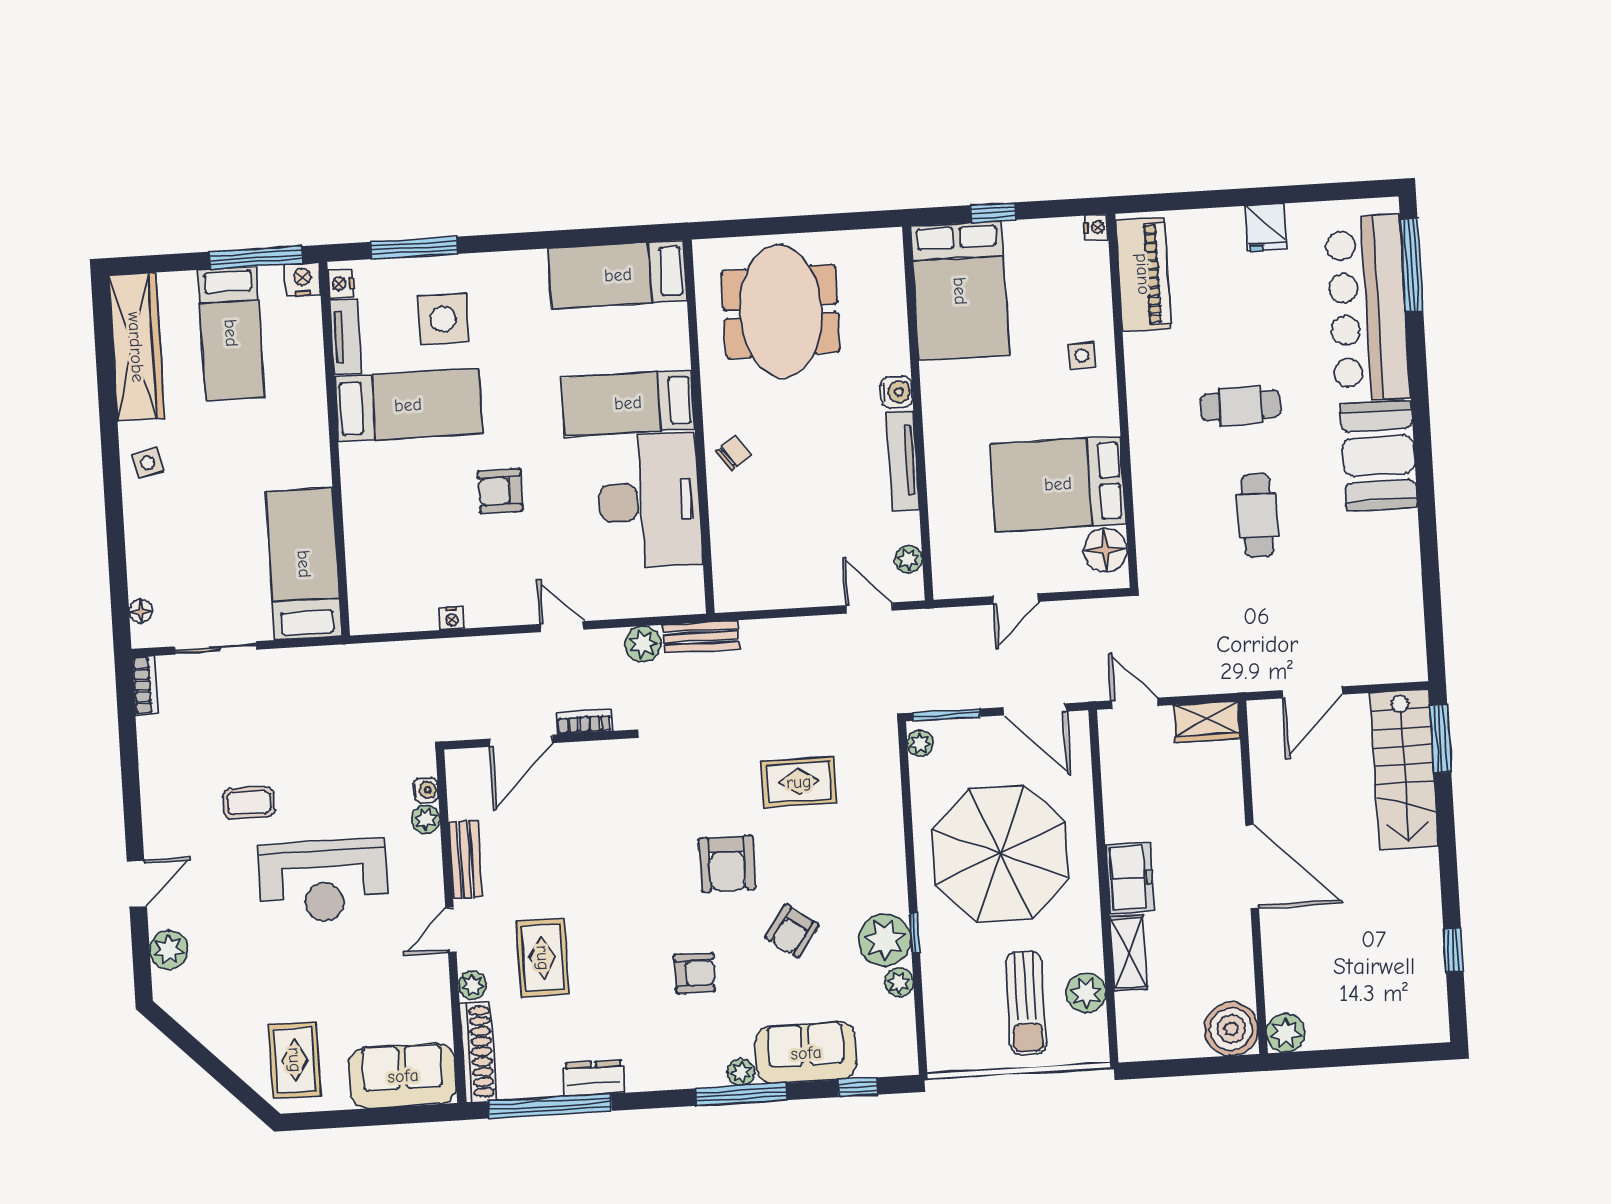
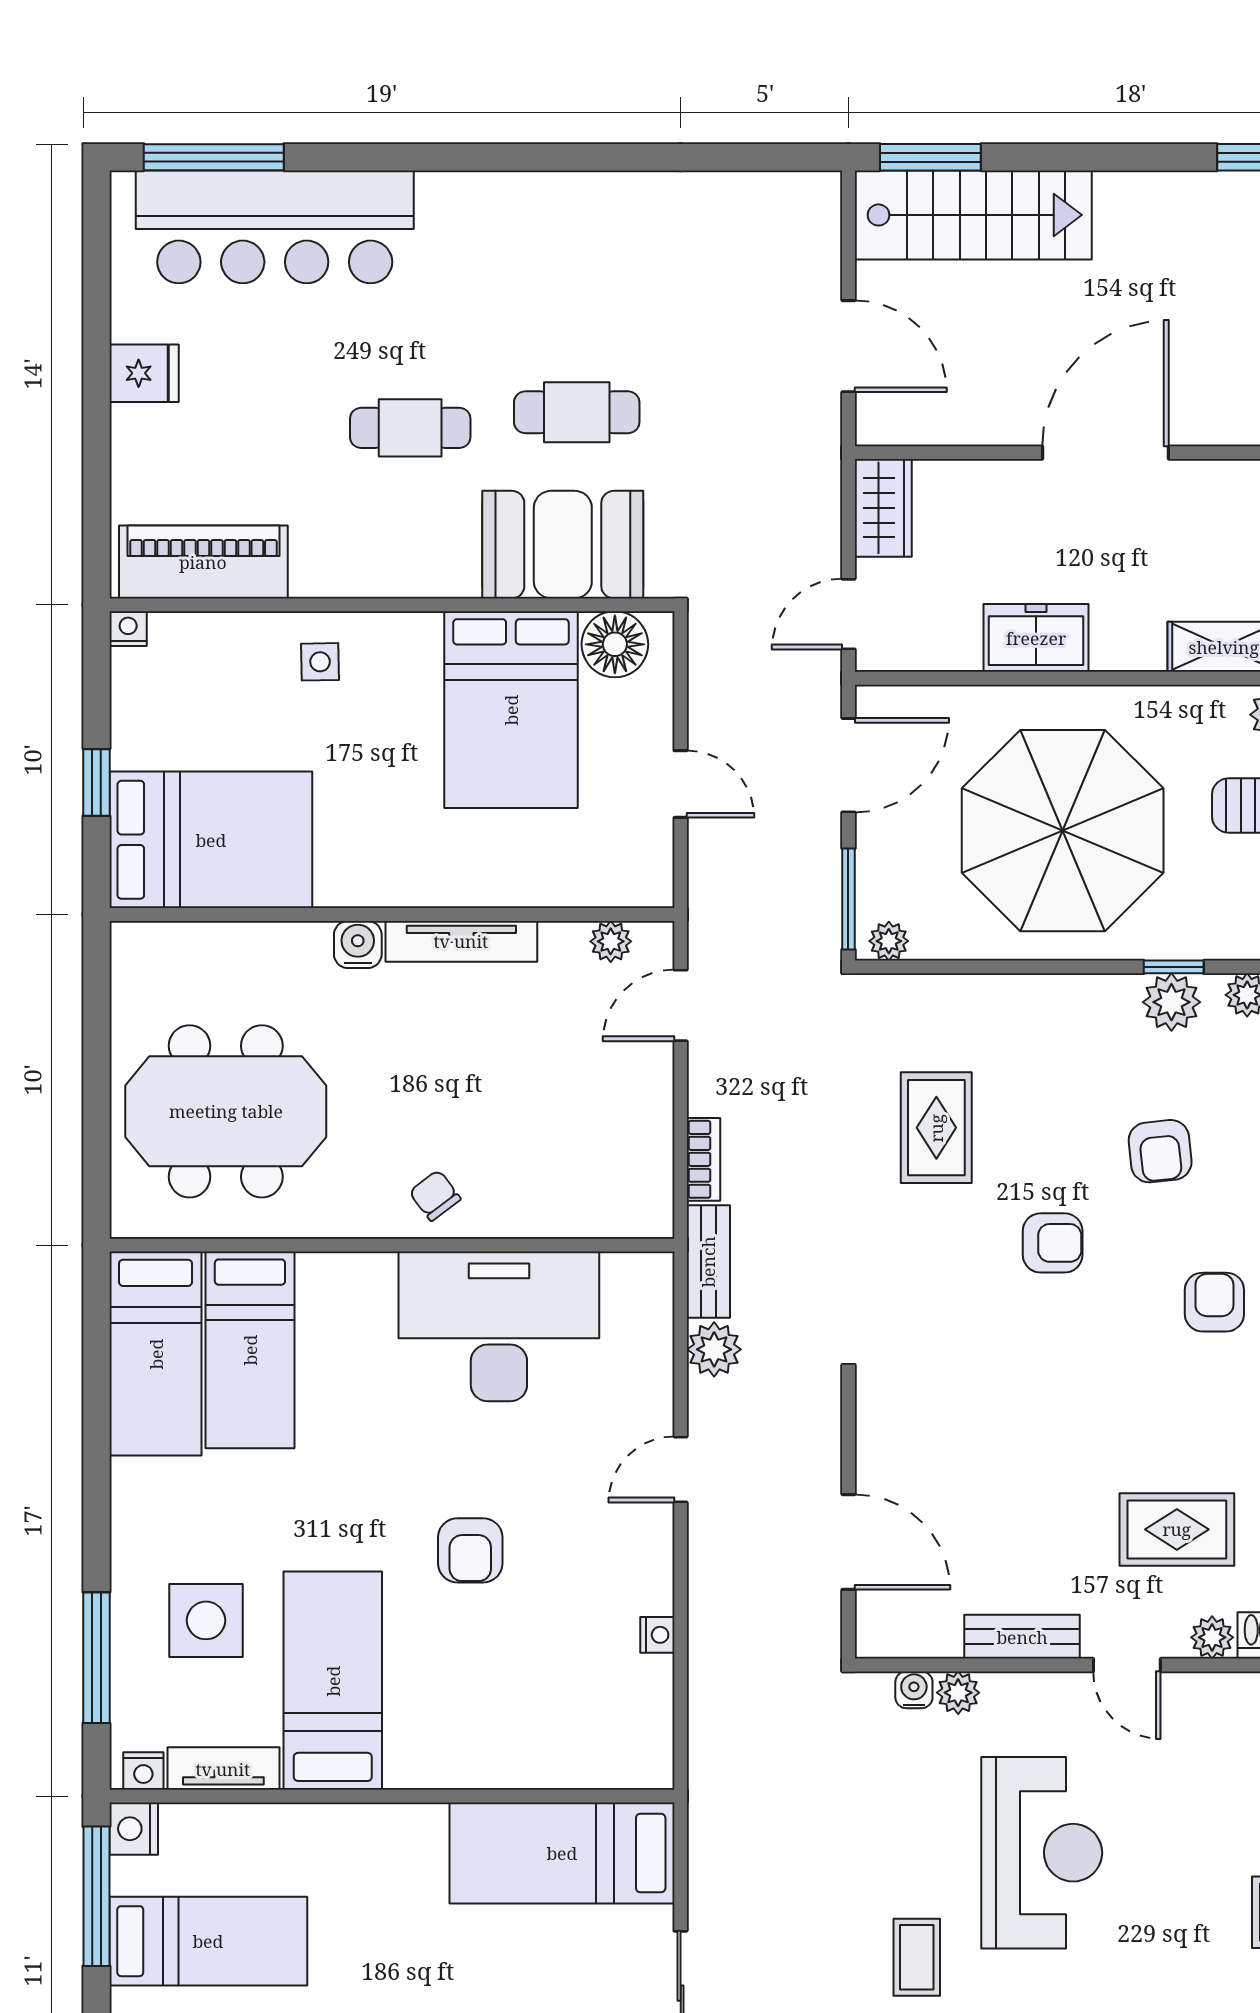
bed: (628, 403) -> (250, 1350), moved
cafe table: (1240, 406) -> (410, 428), turned 90
booth: (1379, 456) -> (563, 545), moved
bookcase: (584, 722) -> (703, 1159), moved, turned 180
armchair: (727, 864) -> (1053, 1243), width x0.72, depth x0.72
freezer: (1130, 878) -> (1036, 638), moved
armchair: (792, 931) -> (1160, 1151), turned 49
plant: (885, 940) -> (1171, 1002), width x0.73, depth x0.73

